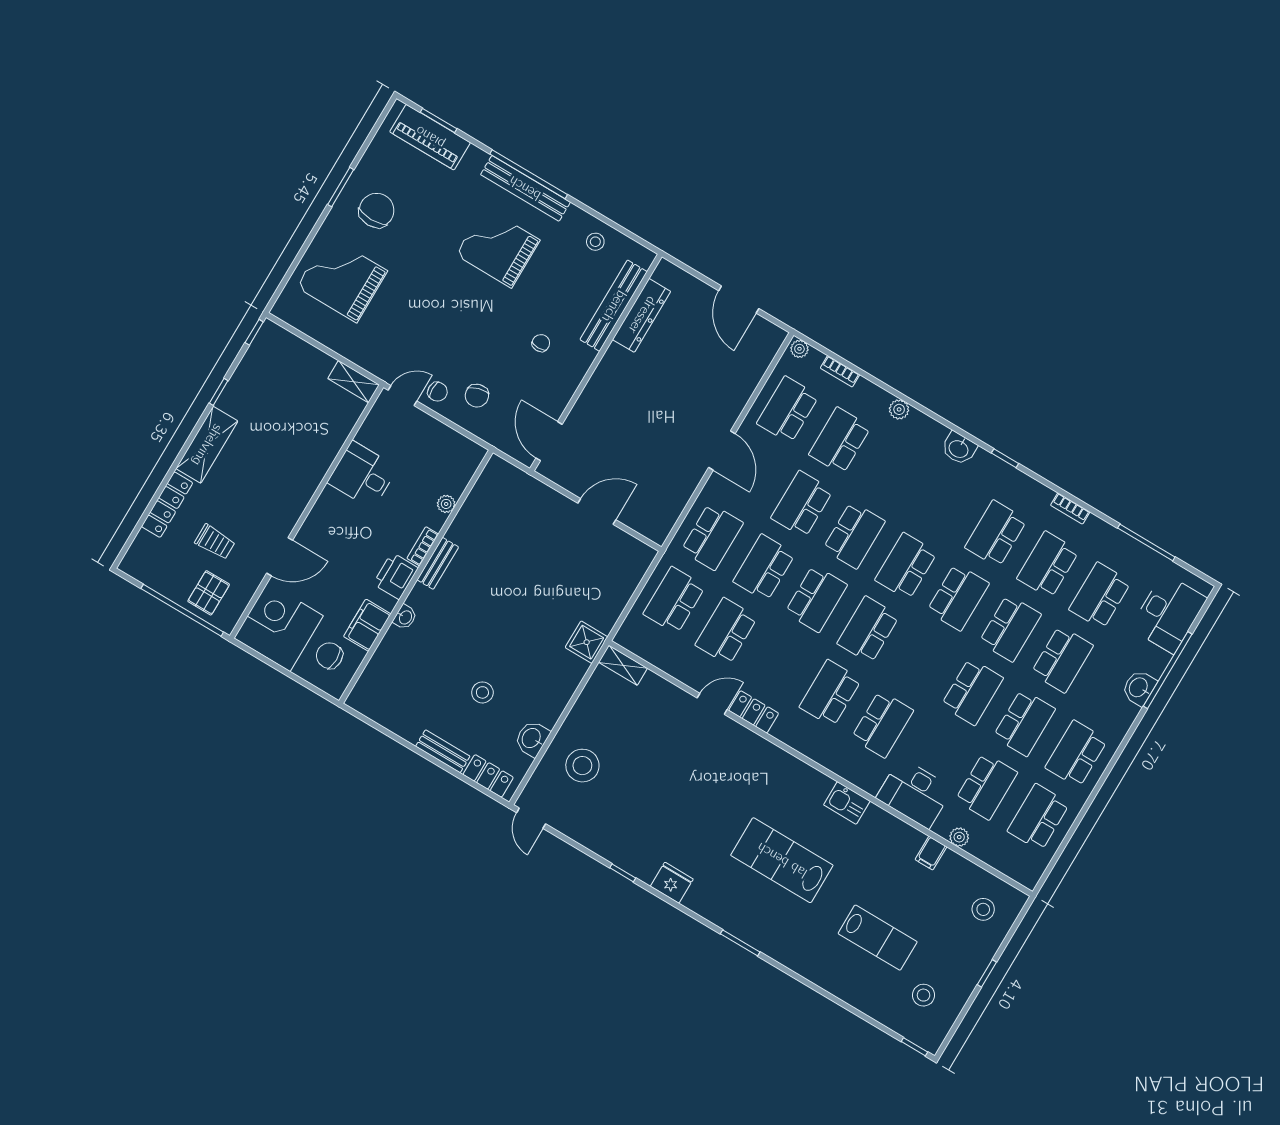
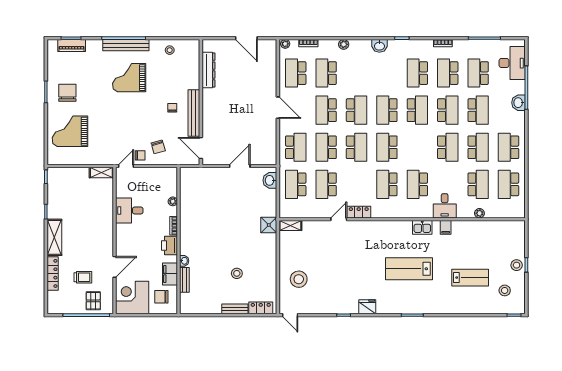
piano: (430, 137) -> (72, 46), width x0.73, depth x0.75
bench: (614, 306) -> (194, 113), moved
bench: (438, 563) -> (184, 280), moved
school desk: (882, 724) -> (417, 184), turned 180
washbasin: (532, 738) -> (270, 180), moved
desk: (914, 793) -> (445, 206), width x0.73
filing cabinet: (931, 853) -> (446, 227), moved
stool: (983, 909) -> (517, 265), moved

